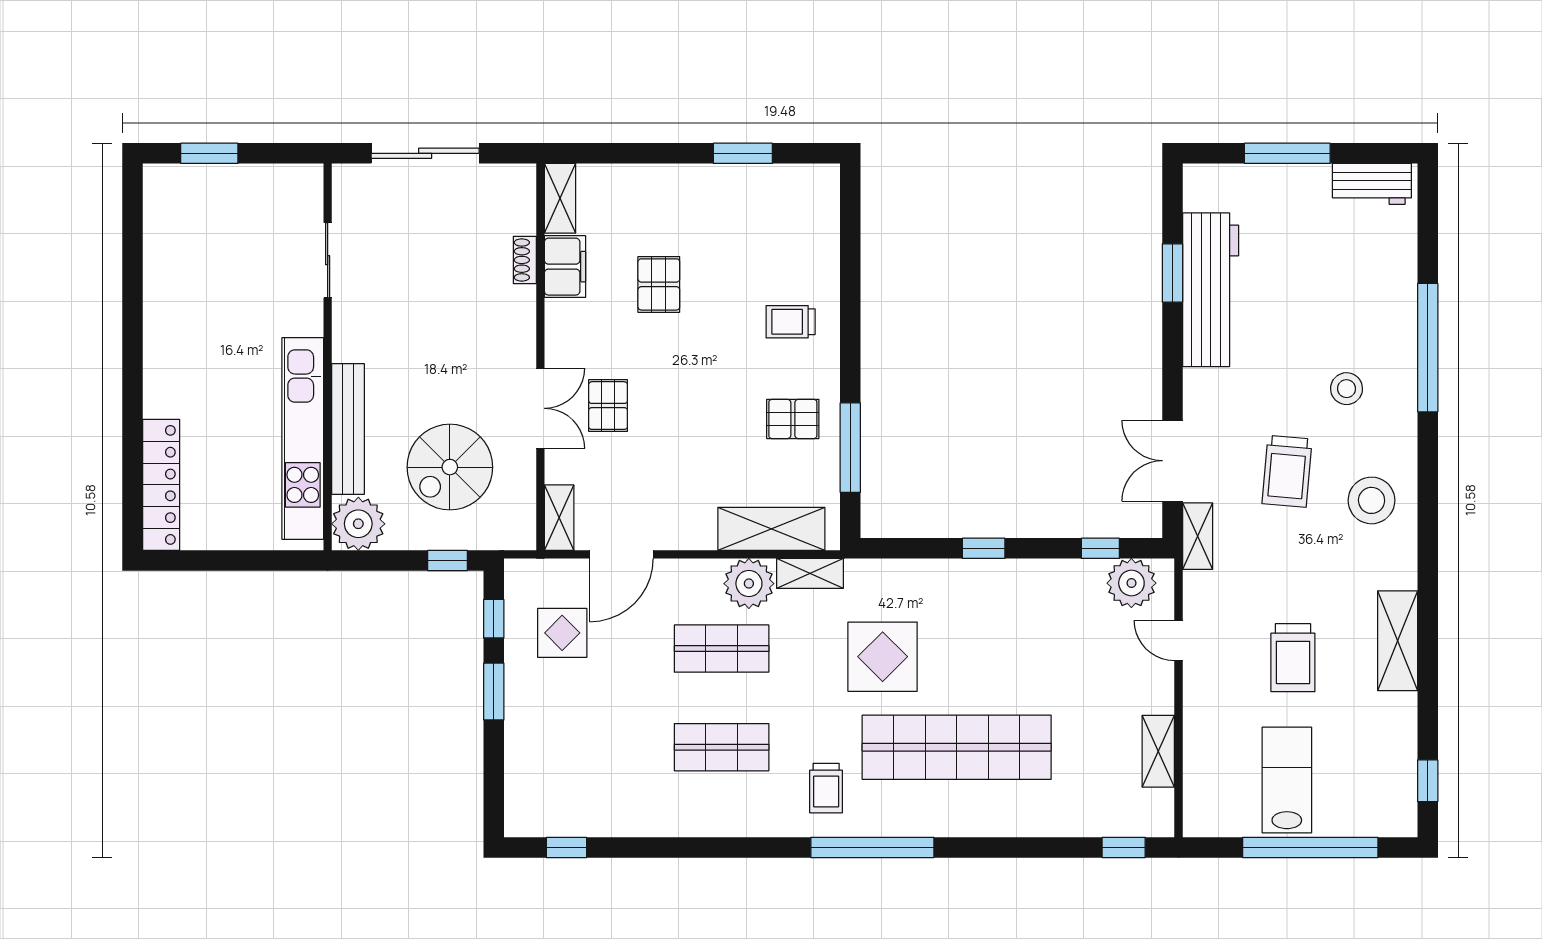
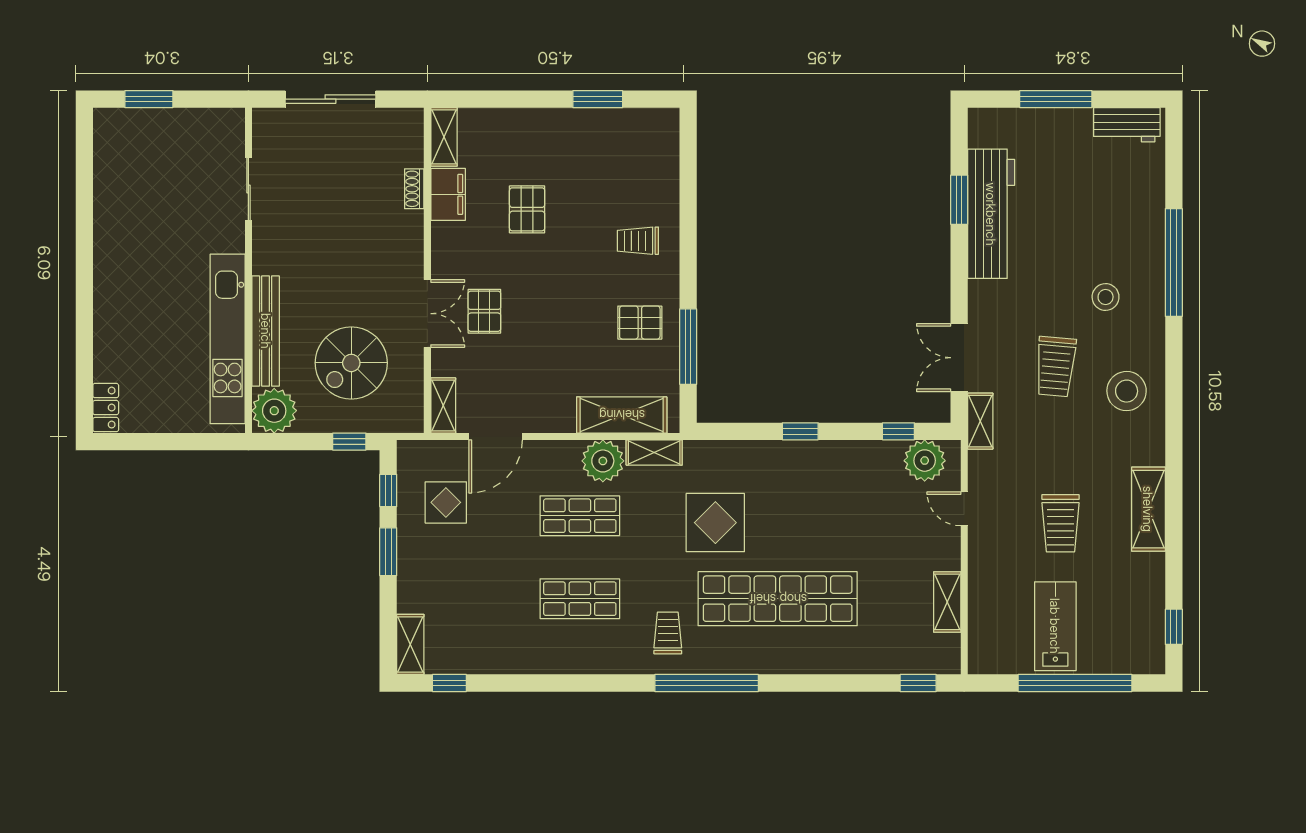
locker: (161, 485) -> (106, 408), width x0.46, depth x0.83
trolley: (826, 788) -> (668, 633), turned 180
shelving: (520, 802) -> (410, 644), added

